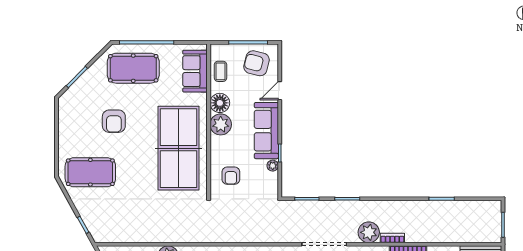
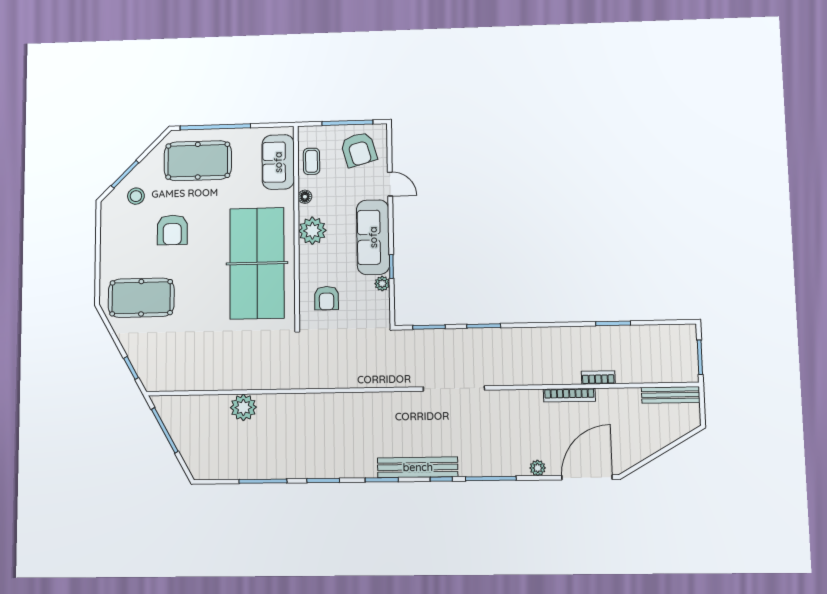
armchair: (257, 63) -> (359, 149), turned -120
door: (280, 91) -> (390, 184), swing flipped
stool: (86, 94) -> (136, 196), added
floor lamp: (220, 103) -> (305, 197), width x0.53, depth x0.53
plant: (369, 232) -> (514, 371), removed
bookcase: (392, 238) -> (598, 378), moved

